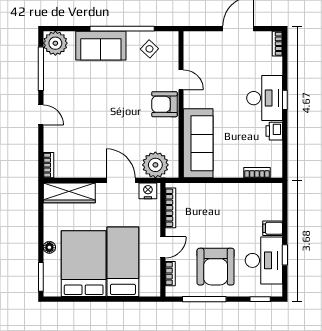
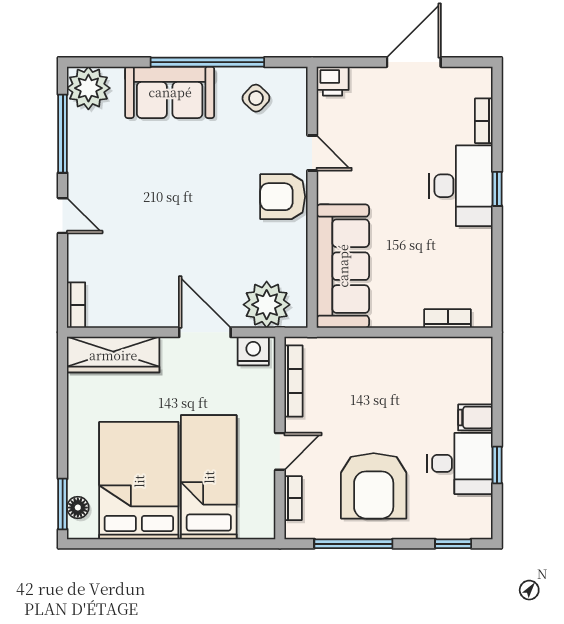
bookcase: (277, 44) -> (484, 121), moved
printer: (274, 131) -> (333, 81), moved, turned -90
floor lamp: (49, 247) -> (78, 508), moved
desk: (264, 260) -> (460, 463), width x0.73

